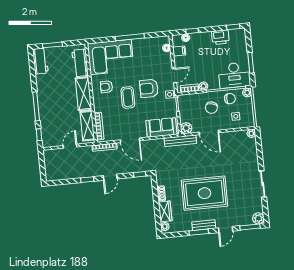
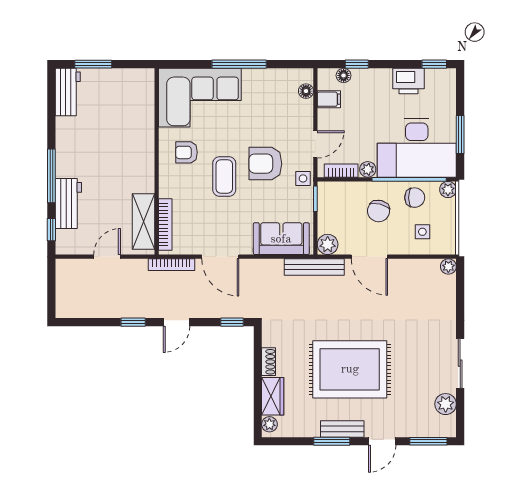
workbench: (80, 63) -> (68, 204), moved, turned 180
desk: (234, 75) -> (417, 148), width x1.36, depth x1.30
shelving: (83, 94) -> (142, 161), removed
plant: (258, 218) -> (446, 404), moved

